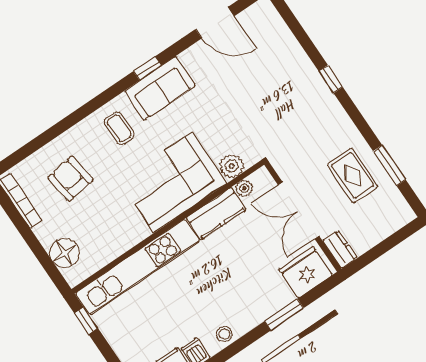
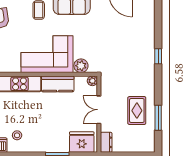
plant: (244, 188) -> (92, 81), moved
double door: (299, 211) -> (99, 110), width x0.73
stool: (224, 334) -> (17, 135), moved

